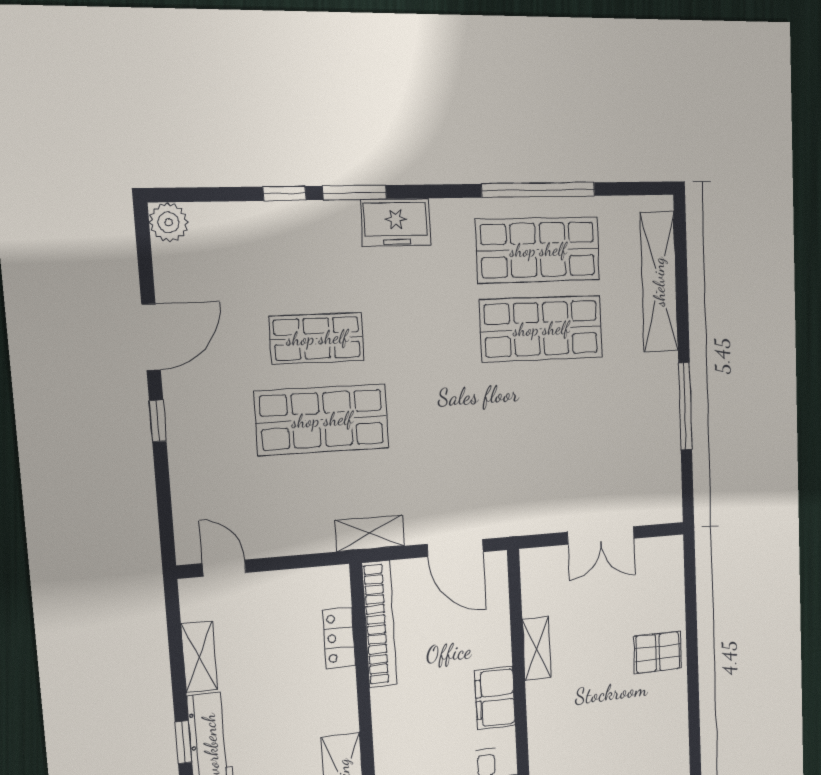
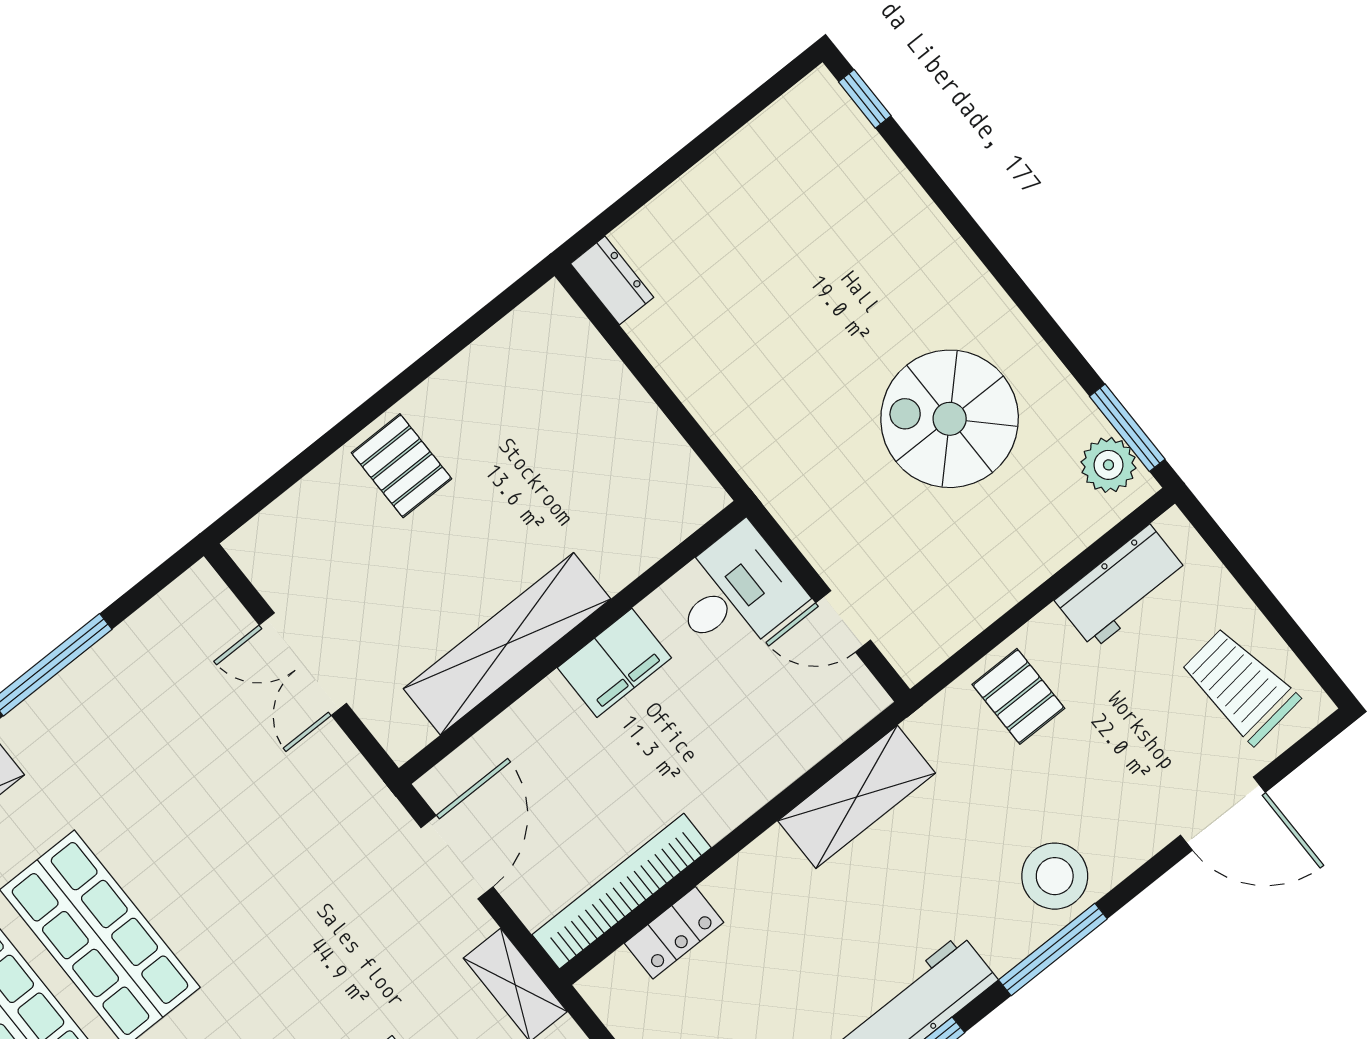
double door: (601, 535) -> (303, 664), swing flipped
shelving: (537, 649) -> (507, 644), width x2.20, depth x1.33

